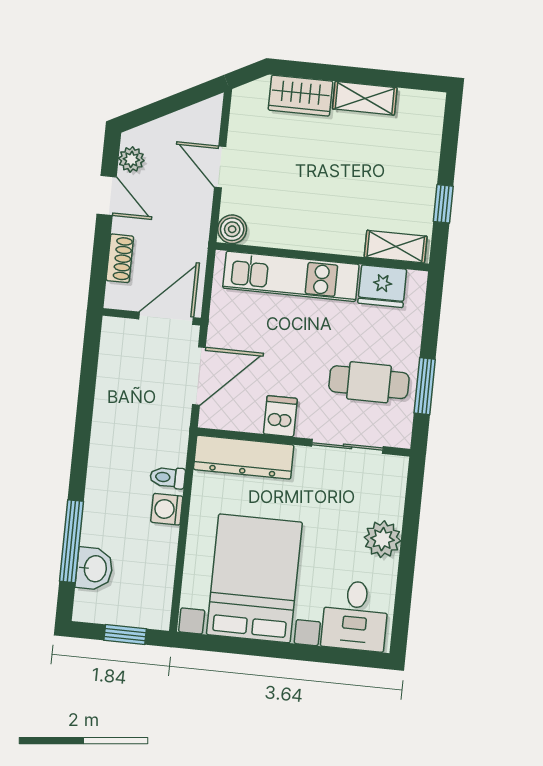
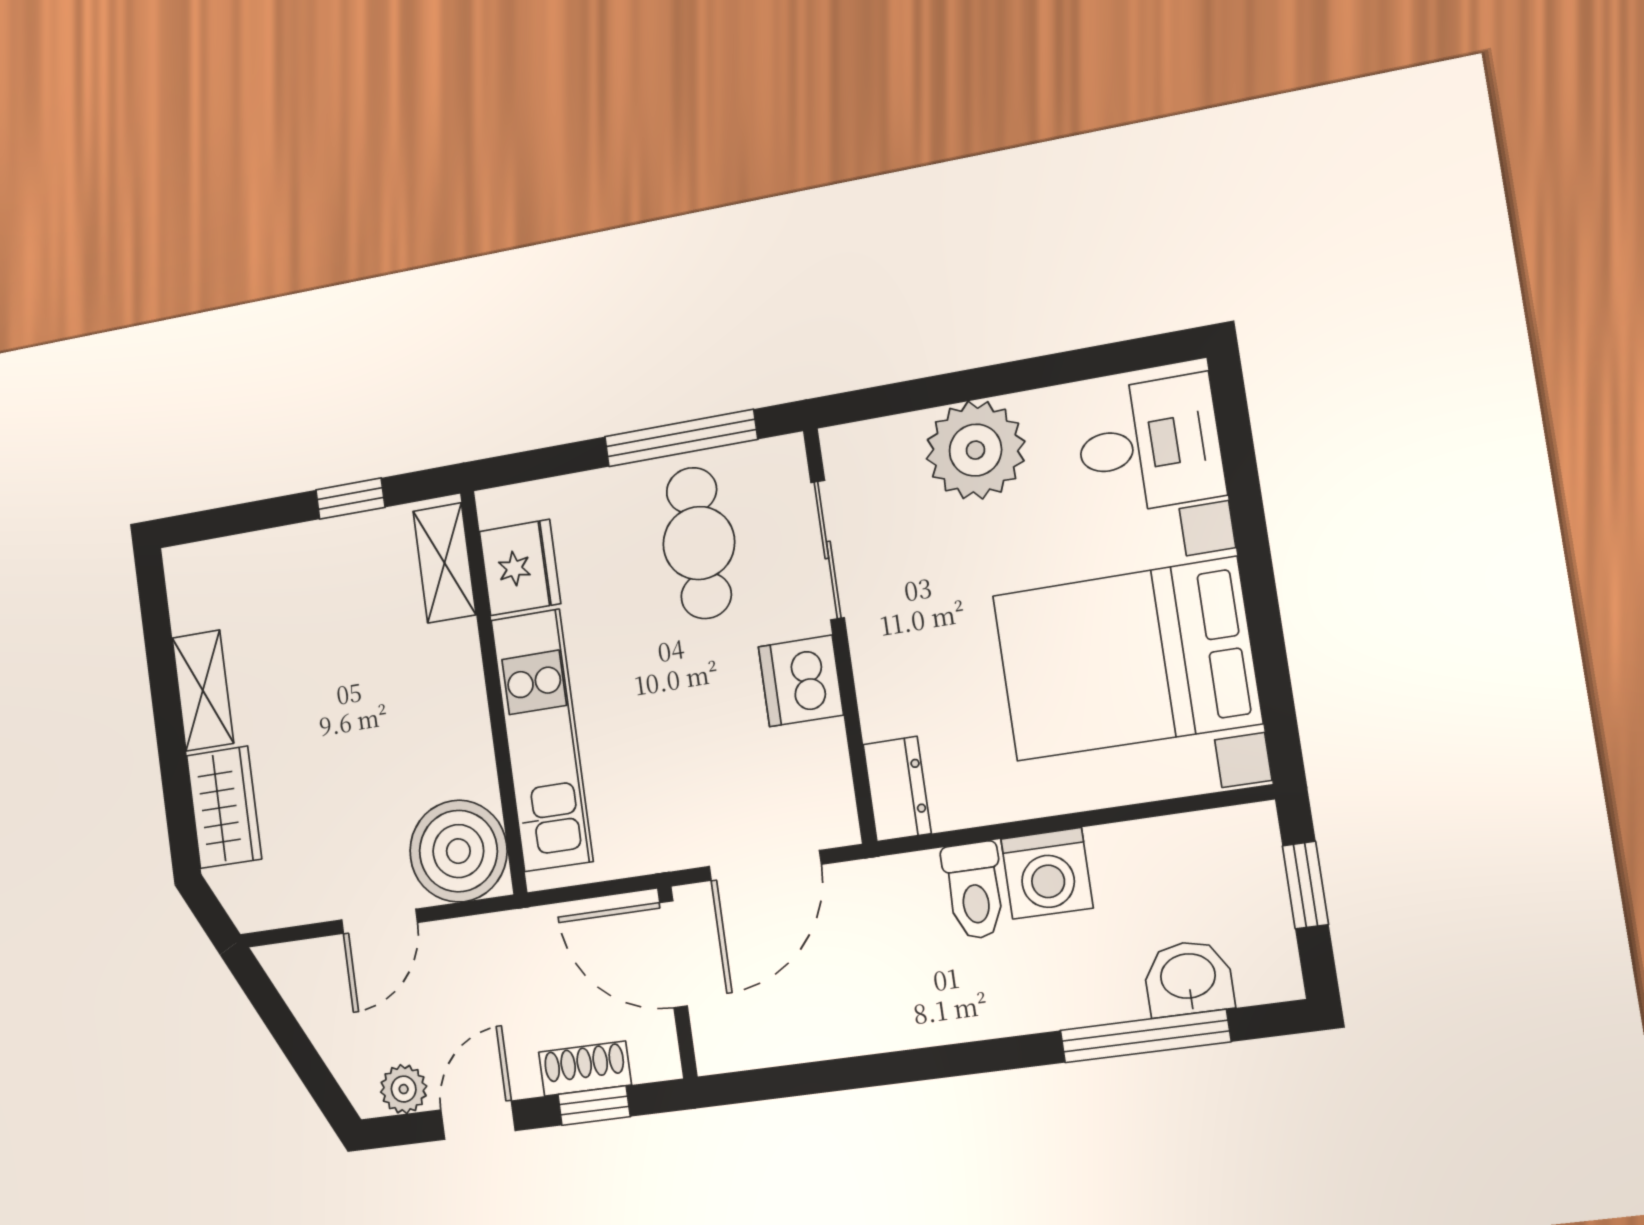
boiler: (232, 229) -> (458, 851), width x1.86, depth x1.86
window: (100, 259) -> (594, 1106), added
door: (199, 376) -> (765, 865), swing flipped
window: (425, 386) -> (681, 438), width x1.44
dishwasher: (280, 416) -> (801, 681), width x1.38
dresser: (244, 457) -> (897, 789), width x0.51, depth x0.80
toilet: (168, 477) -> (974, 891), width x1.37, depth x1.39
washing machine: (167, 509) -> (1047, 873), width x1.38, depth x1.38
plant: (382, 539) -> (975, 450), width x1.36, depth x1.36

